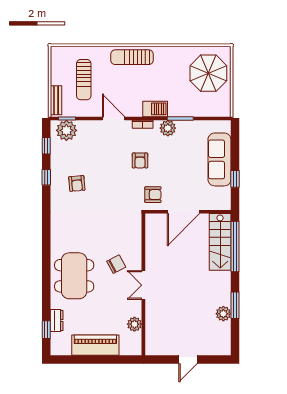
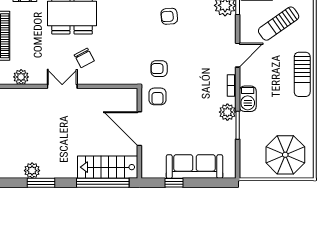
sun lounger: (132, 57) -> (302, 74), turned 180
sun lounger: (84, 80) -> (279, 24), turned -35
armchair: (140, 160) -> (159, 69), moved

